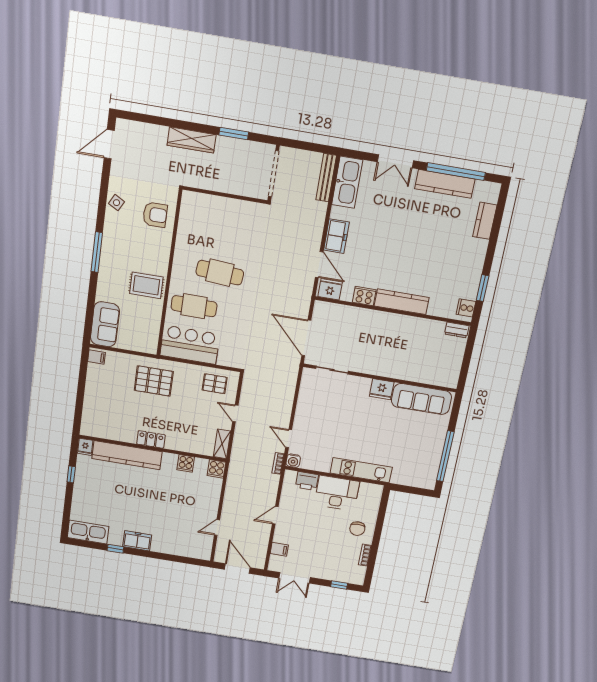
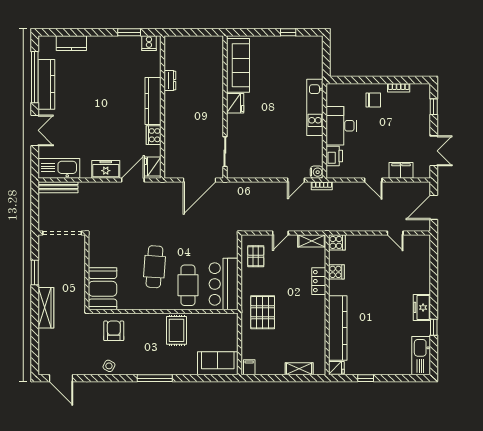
booth: (204, 210) -> (103, 289), added
dresser: (457, 330) -> (170, 80), moved
shelving: (89, 409) -> (299, 369), added
locker: (151, 439) -> (319, 281), moved
window: (445, 456) -> (288, 32), width x0.32
filing cabinet: (279, 549) -> (401, 170), width x2.00

